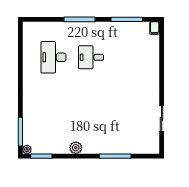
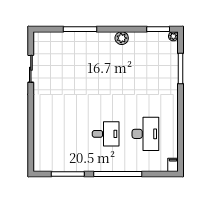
window: (80, 19) -> (118, 174), width x1.46
filing cabinet: (155, 28) -> (173, 165), moved
window: (20, 132) -> (180, 69), moved

